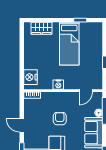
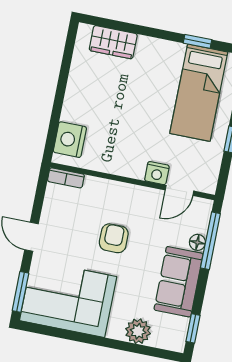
bed: (69, 44) -> (199, 93), moved
nightstand: (58, 85) -> (157, 173), moved

